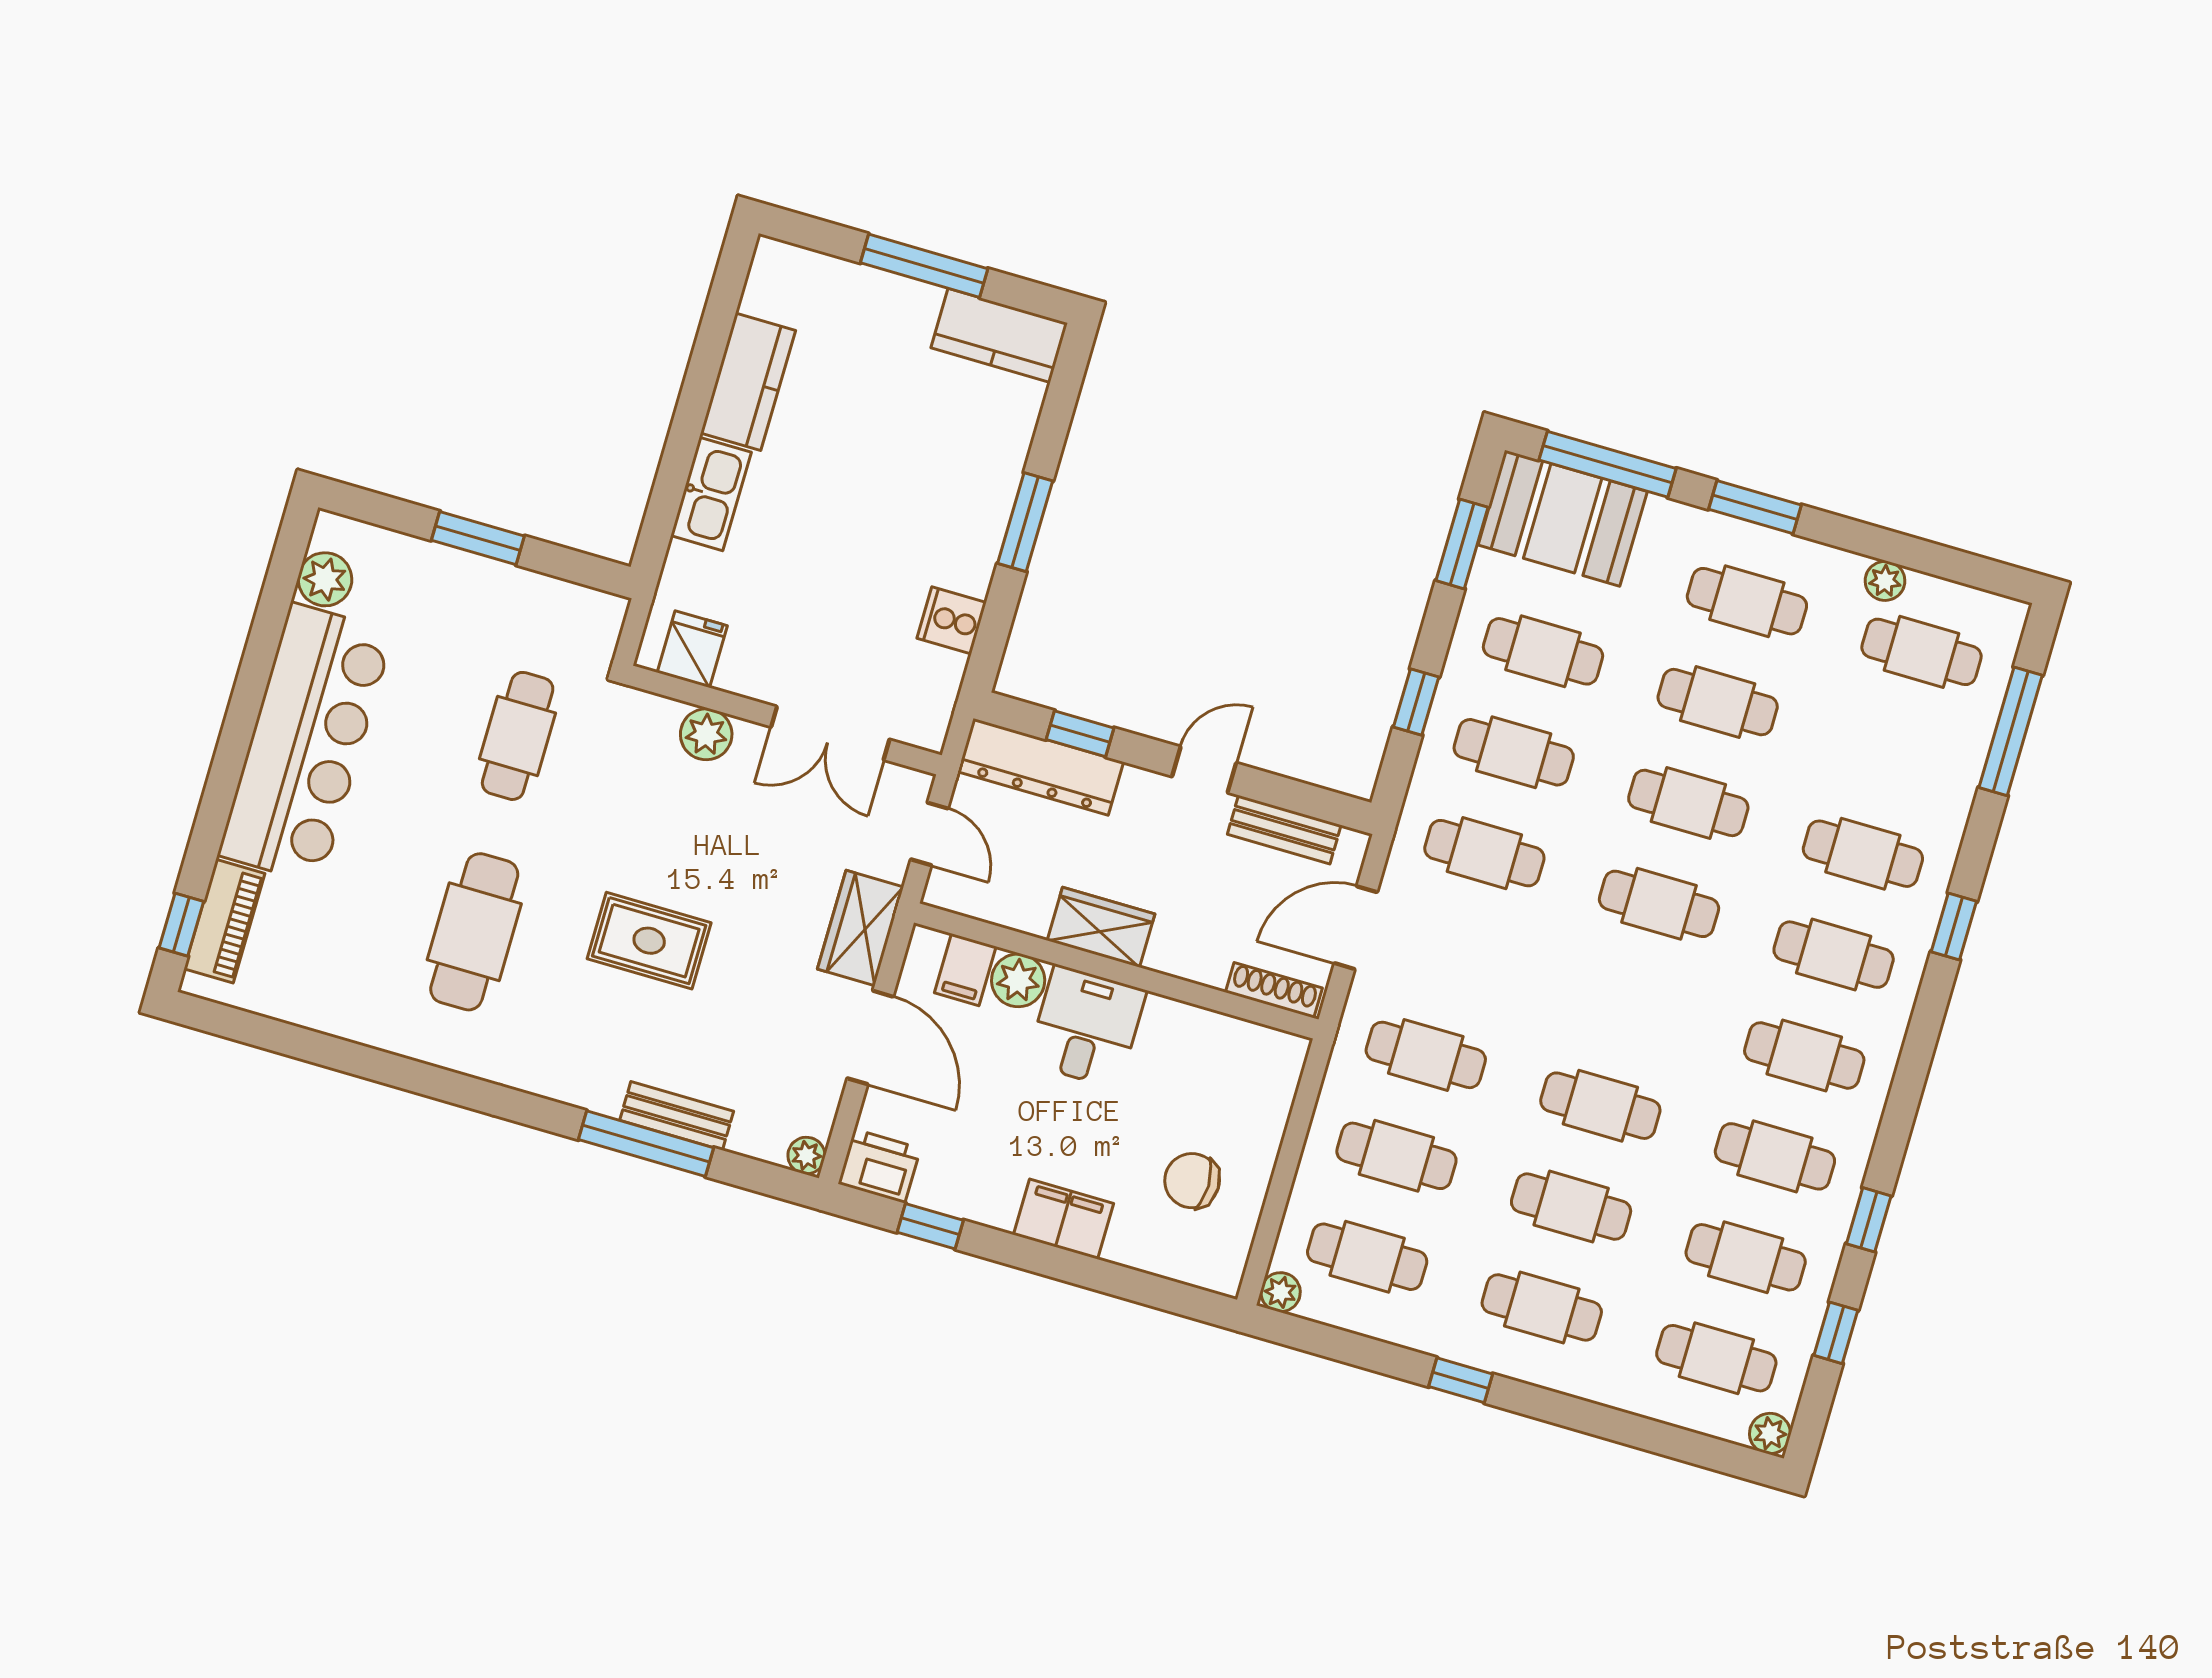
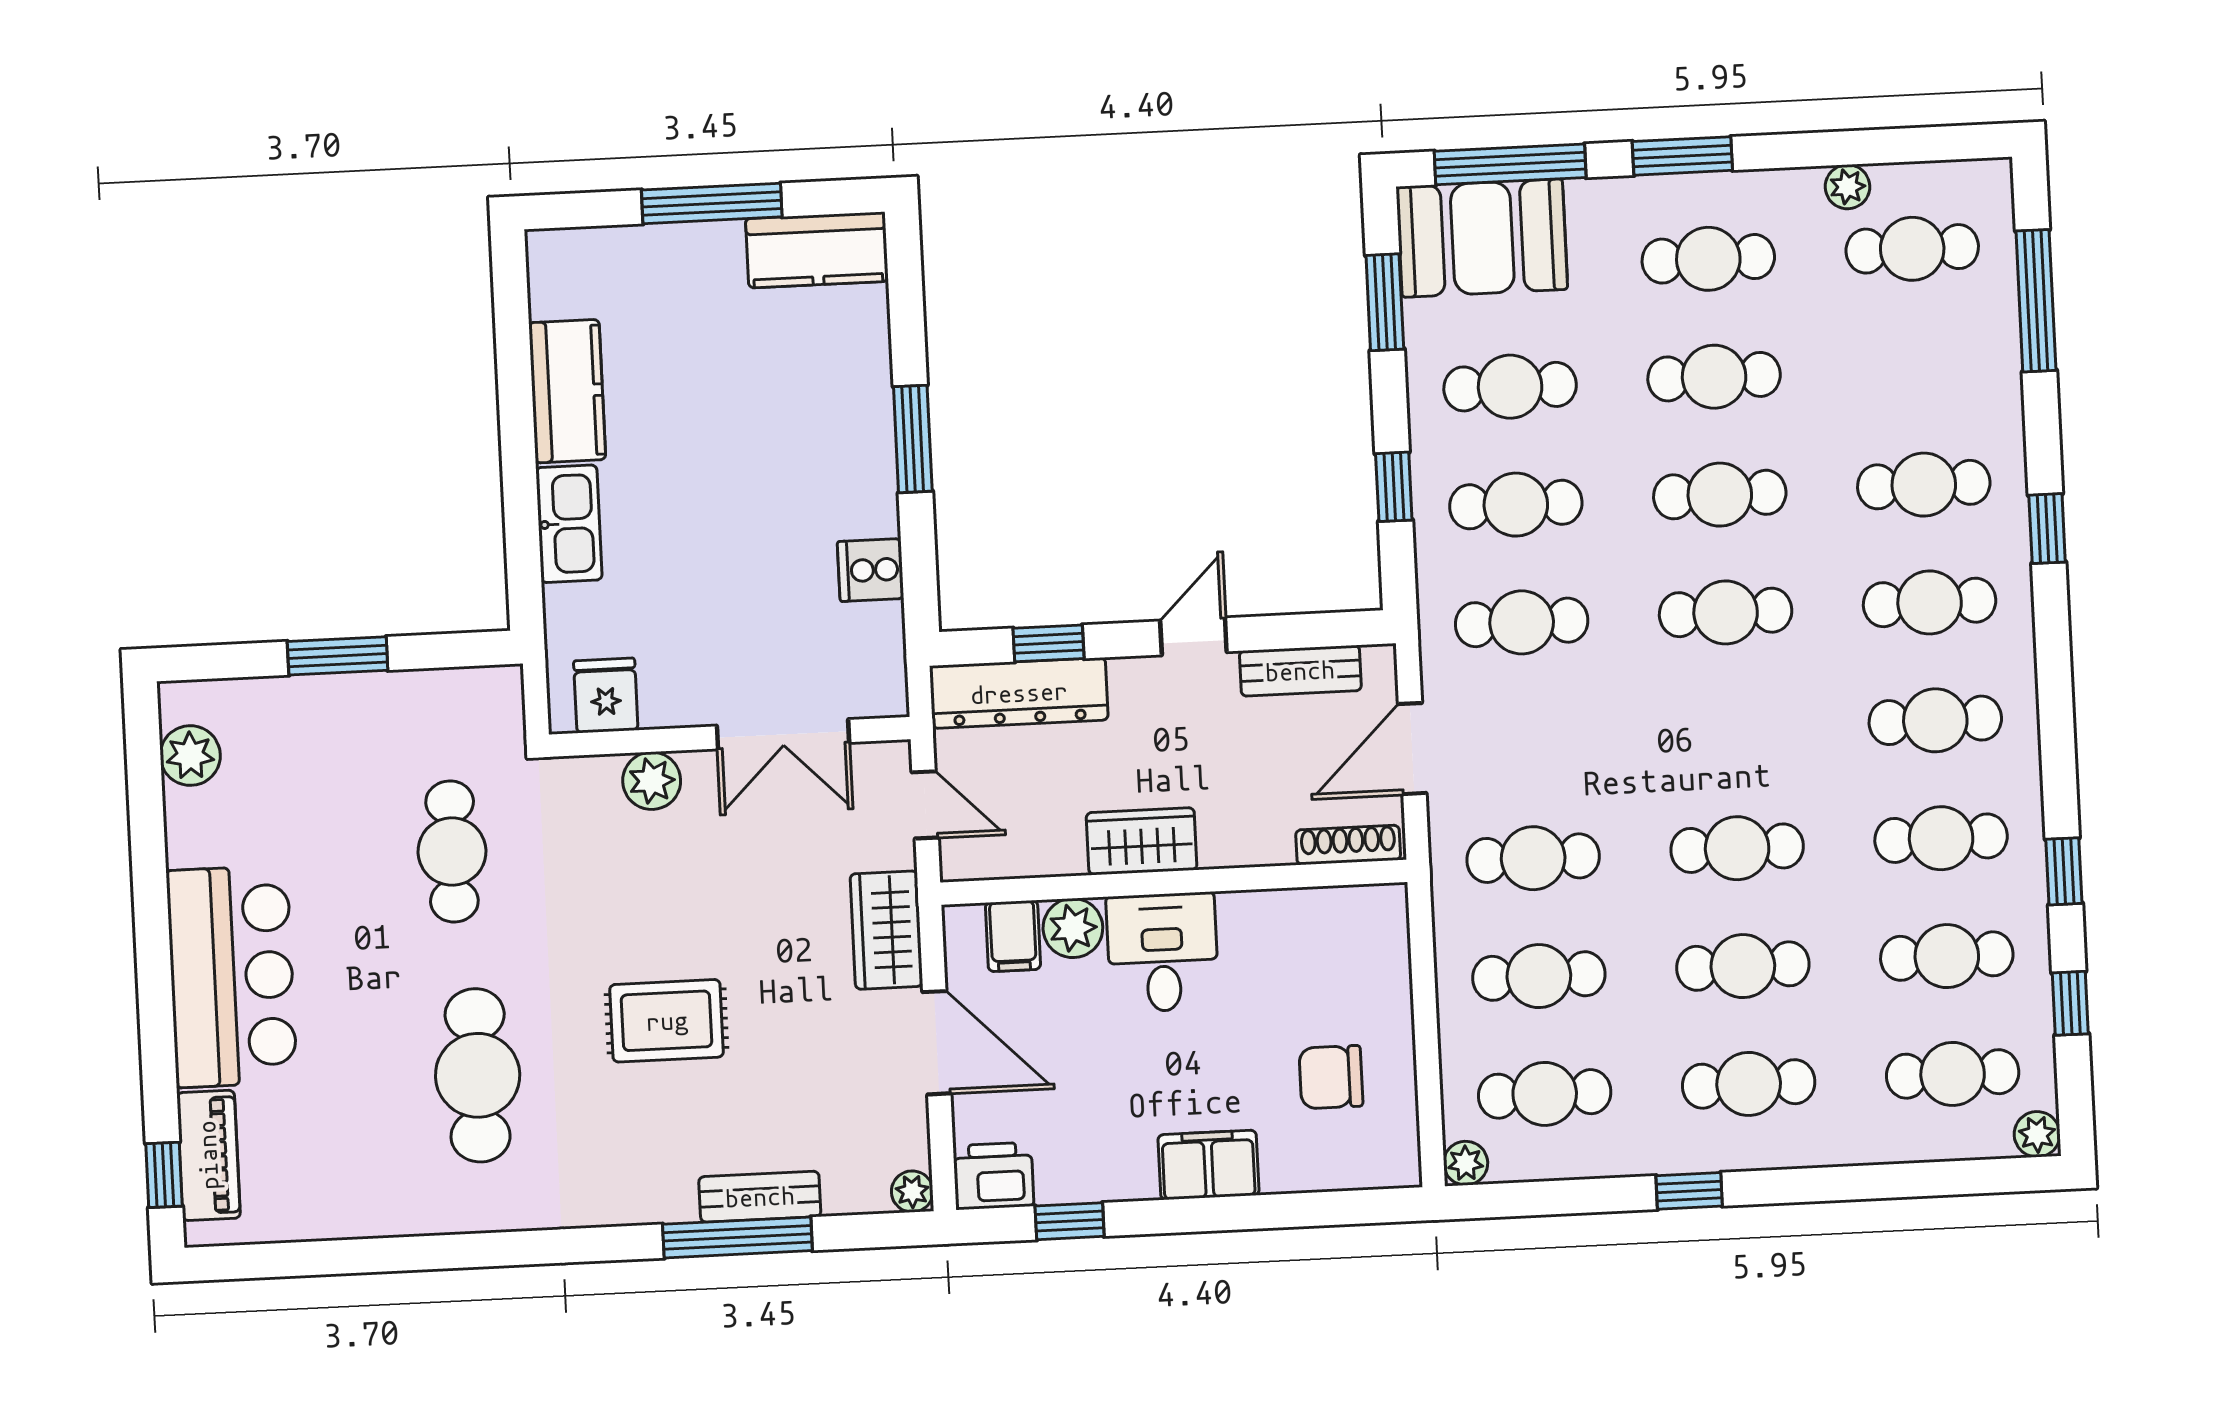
bar counter: (306, 743) -> (232, 976), width x0.73

